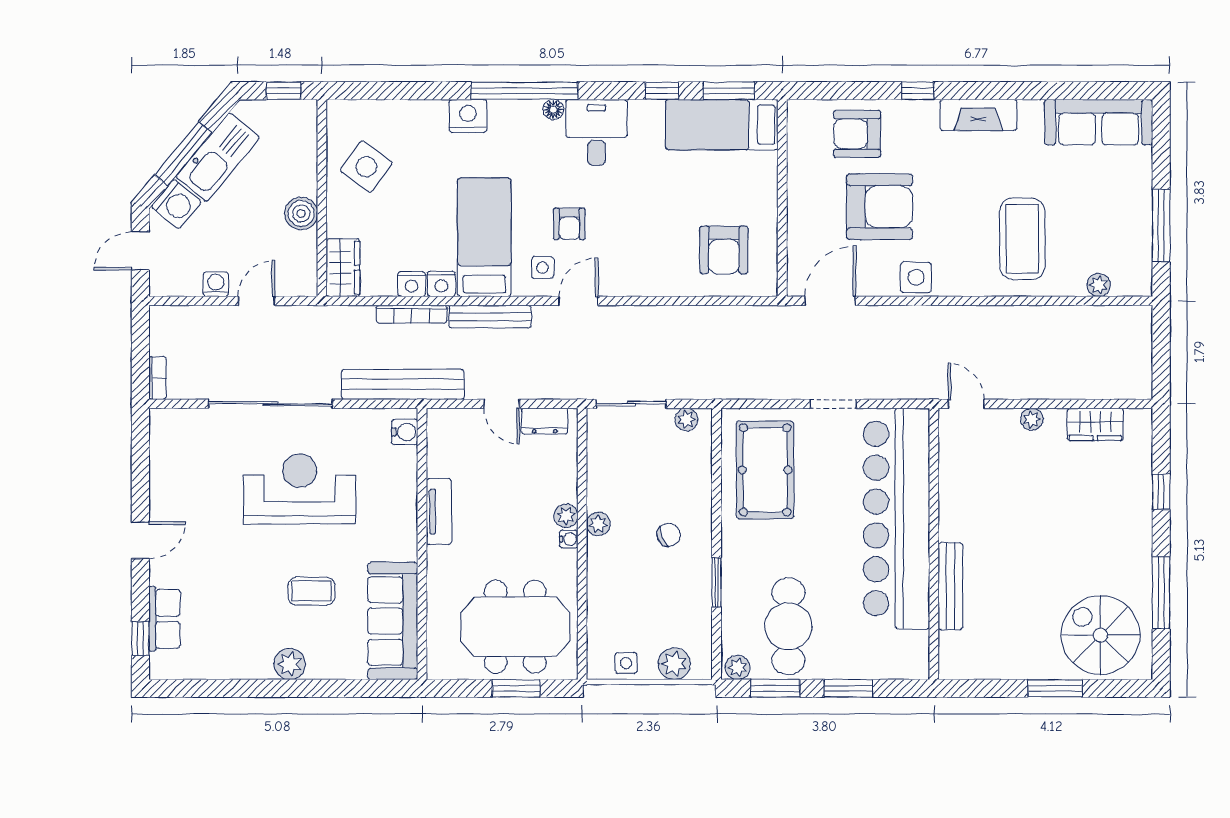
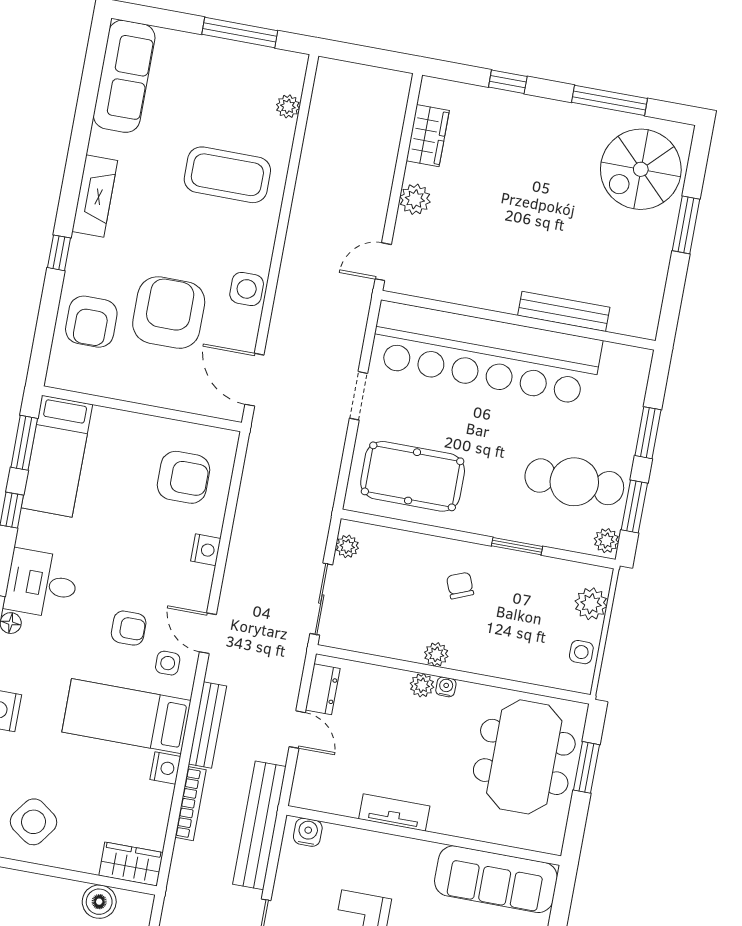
boiler: (301, 213) -> (99, 902), moved
nightstand: (412, 284) -> (206, 550), moved
door: (502, 404) -> (297, 730), hinge flipped
plant: (1032, 419) -> (415, 199), width x1.38, depth x1.38

